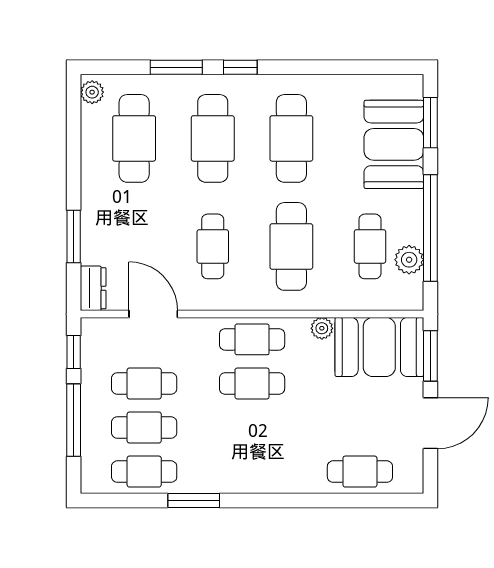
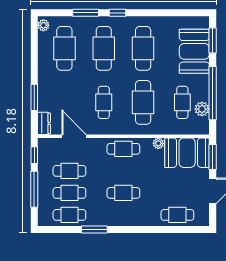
cafe table: (252, 383) -> (123, 193), moved

